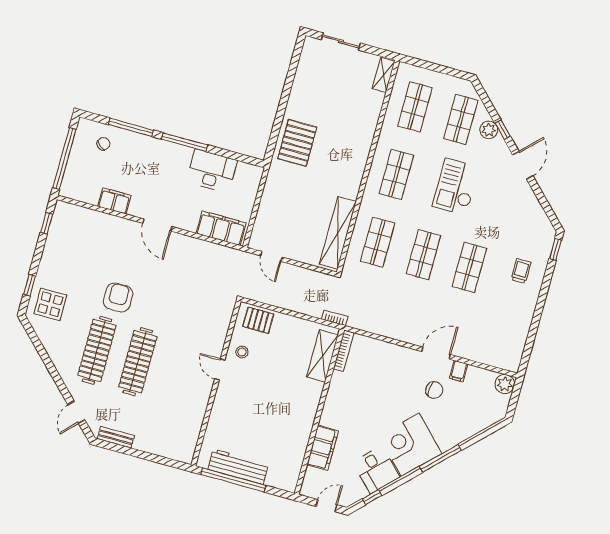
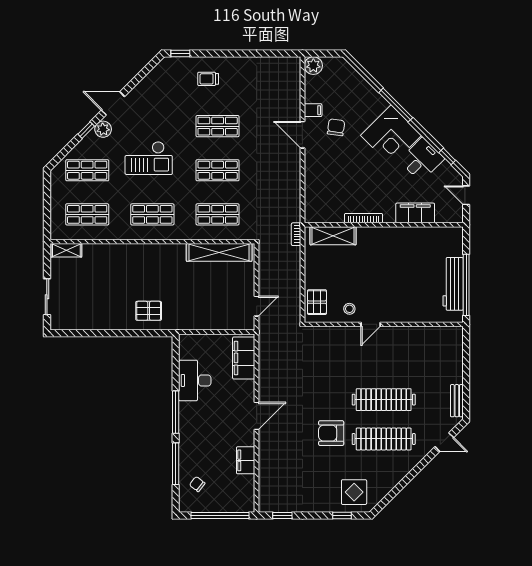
plant: (489, 130) -> (103, 129), moved
pallet: (297, 143) -> (149, 311), width x0.67, depth x0.71
bookcase: (344, 351) -> (364, 218), moved

